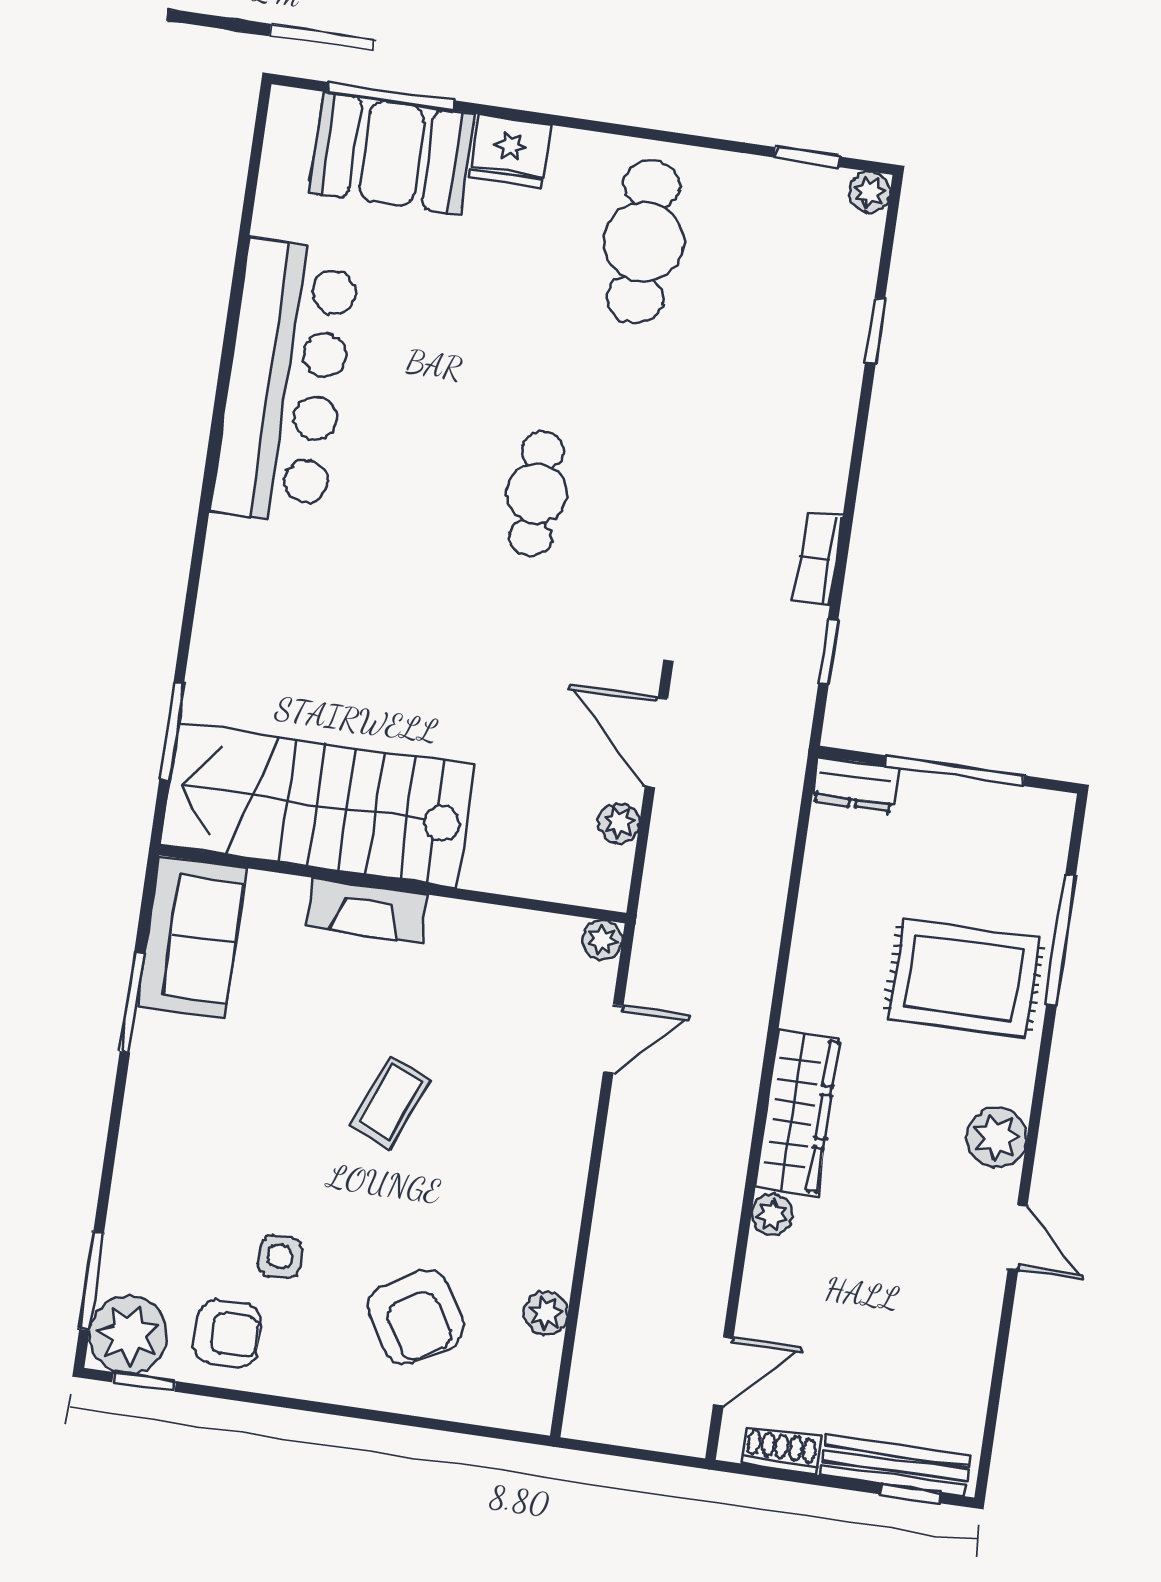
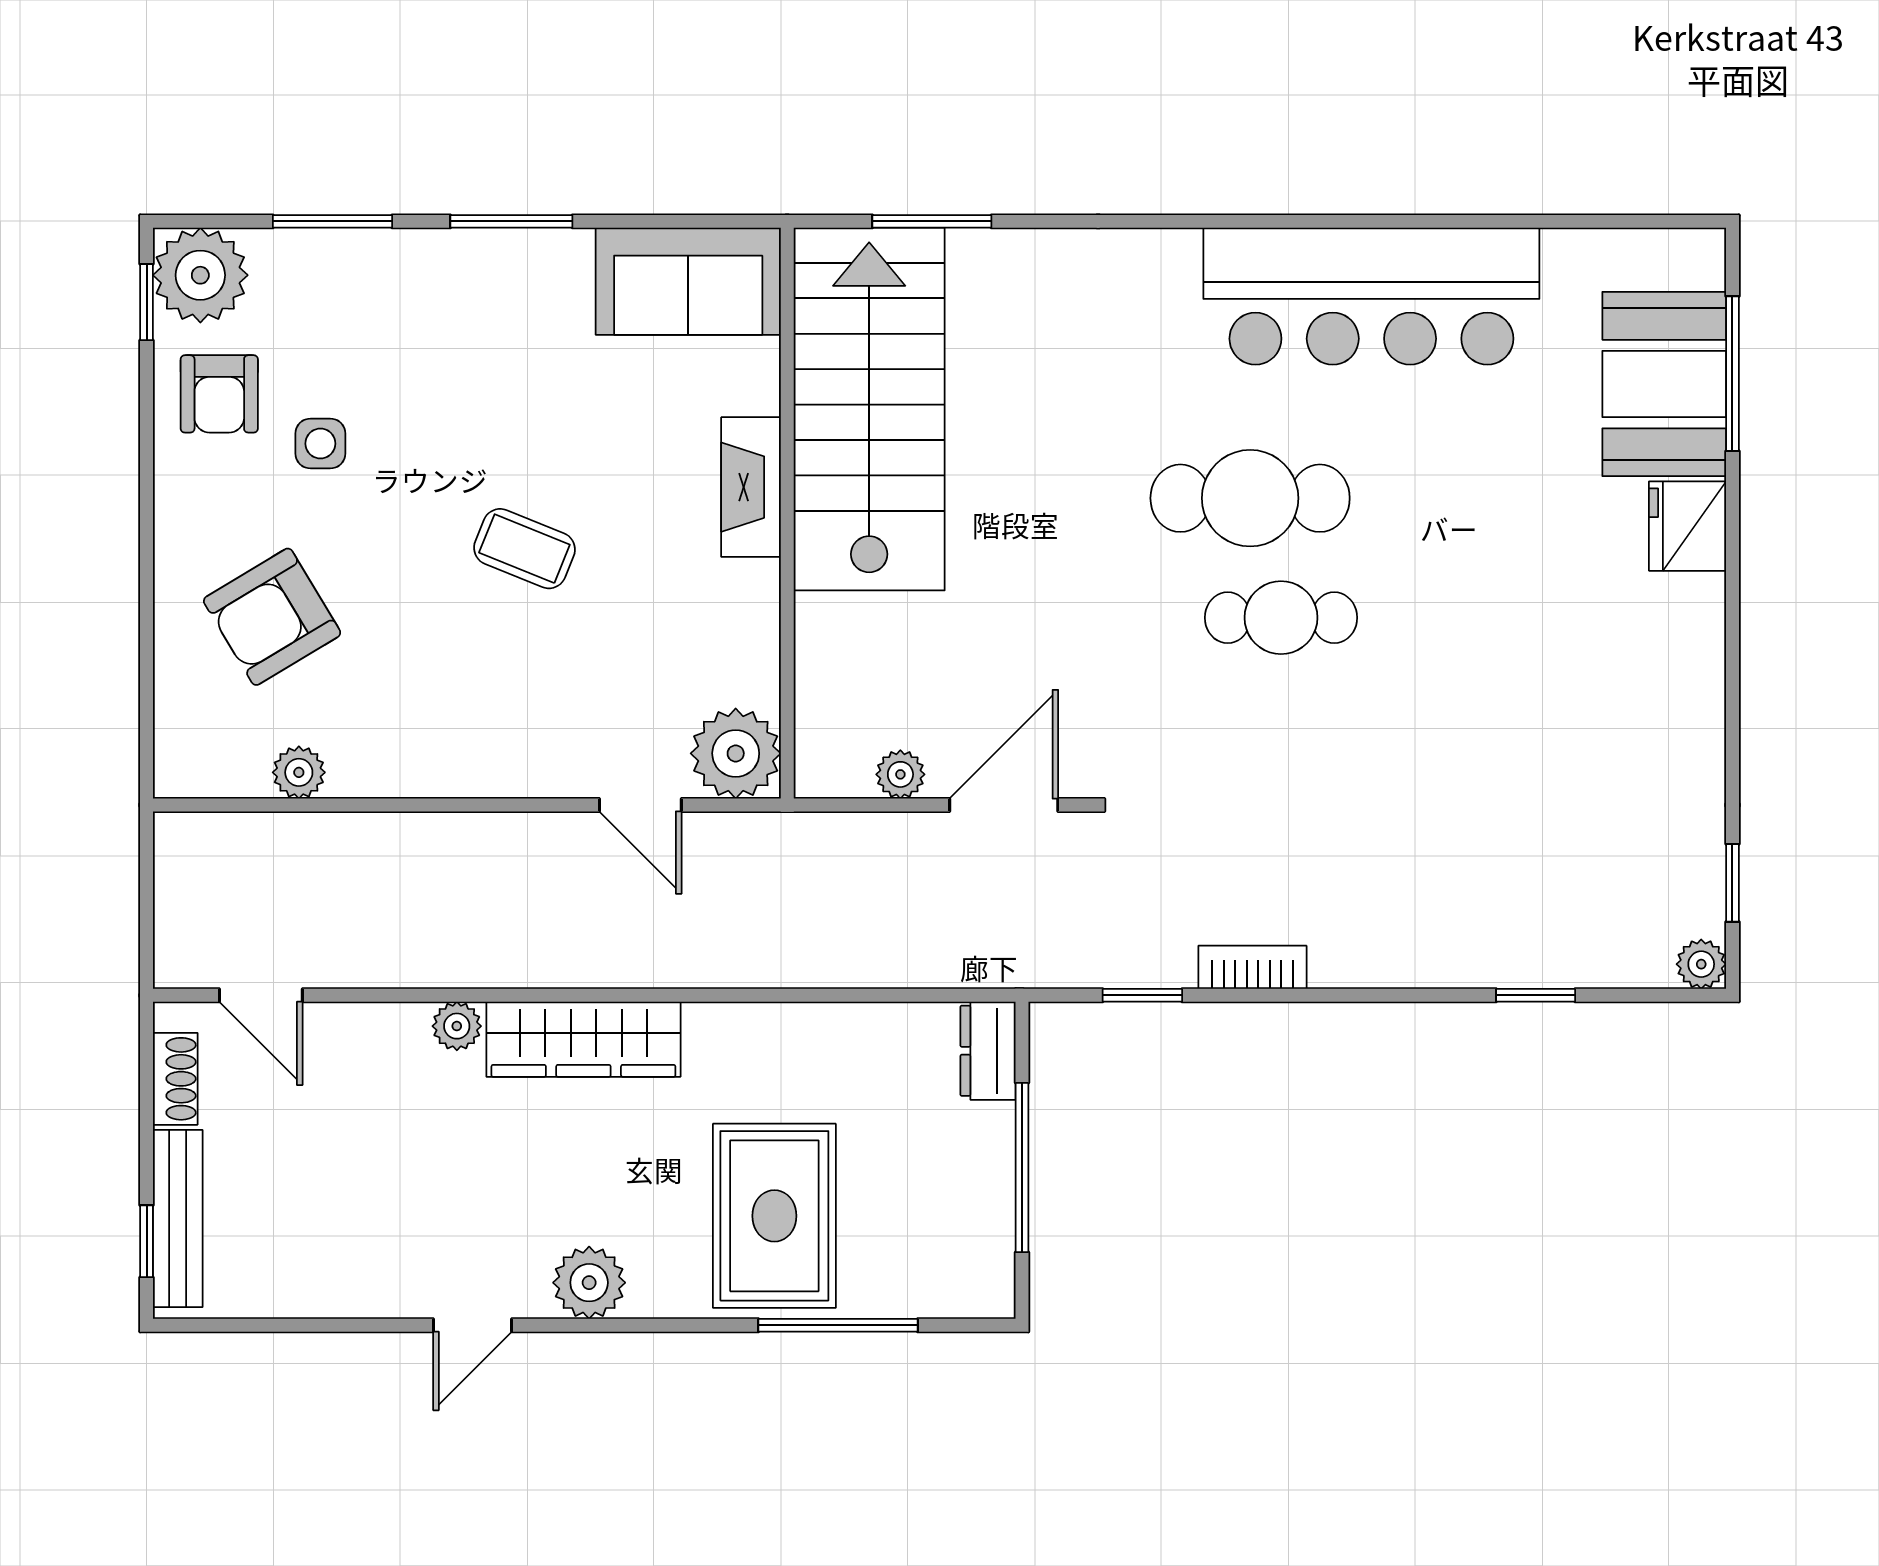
cafe table: (643, 242) -> (1250, 498), moved
plant: (602, 940) -> (736, 753), width x1.87, depth x1.87
window: (132, 1002) -> (511, 221), moved
window: (92, 1281) -> (333, 221), moved

